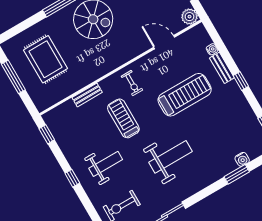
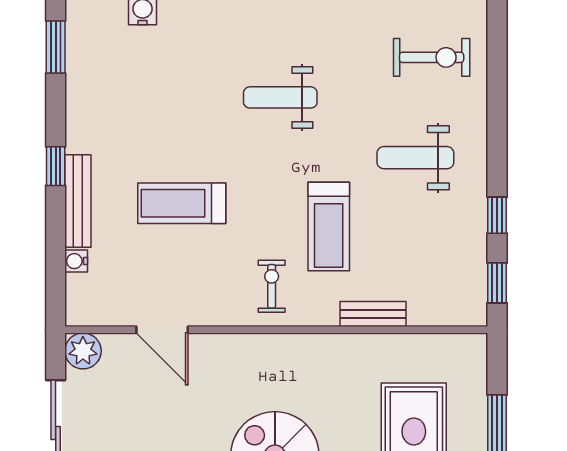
bench: (222, 68) -> (78, 201), width x1.36
treadmill: (185, 95) -> (182, 203), width x0.73, depth x0.73
weight bench: (170, 157) -> (280, 97), width x0.73, depth x0.75
window: (72, 178) -> (497, 215), moved

